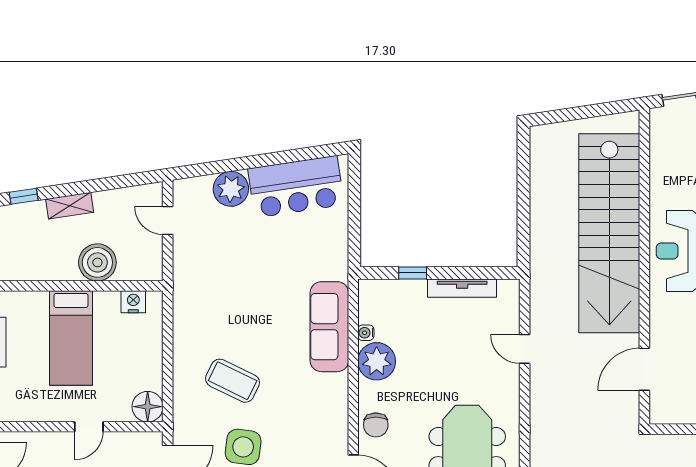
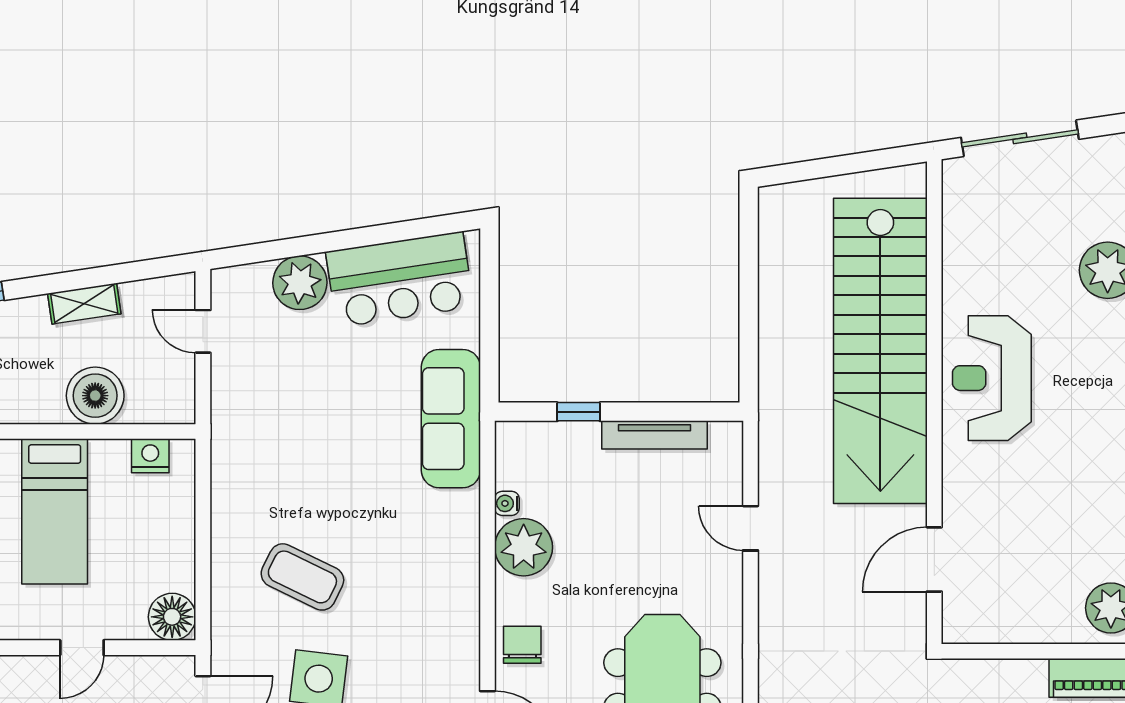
shelving: (70, 206) -> (84, 304), moved
sofa: (329, 327) -> (451, 419), moved
chair: (376, 425) -> (522, 645), turned 180

